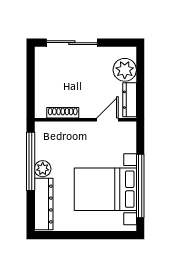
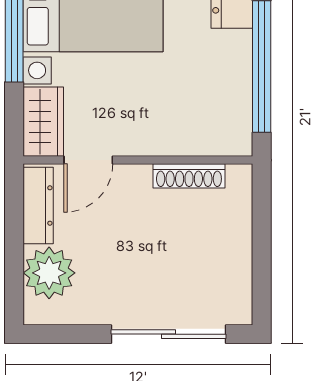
wardrobe: (127, 137) -> (43, 122), added
plant: (43, 169) -> (234, 50), removed

